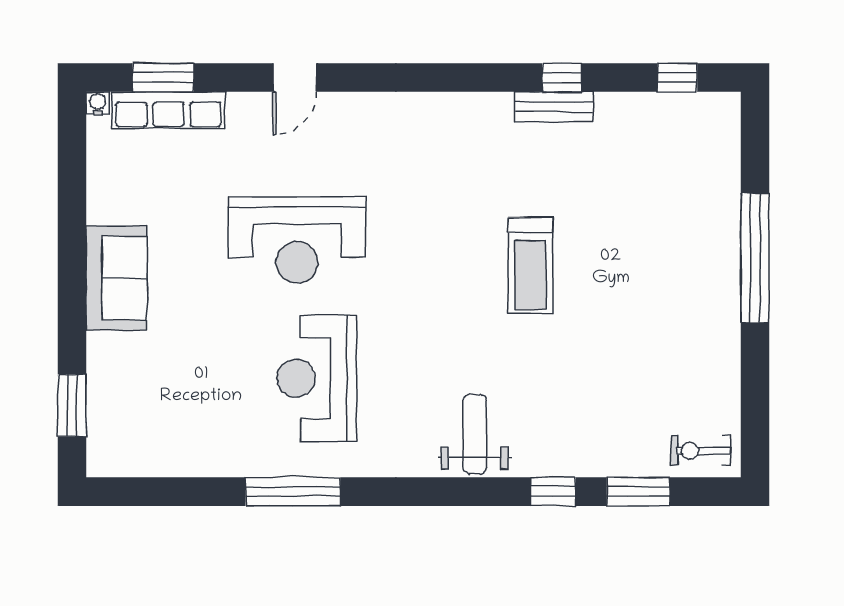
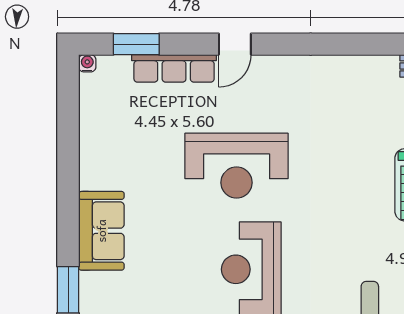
row of seats: (168, 110) -> (174, 68), moved
sofa: (117, 278) -> (101, 231), moved

